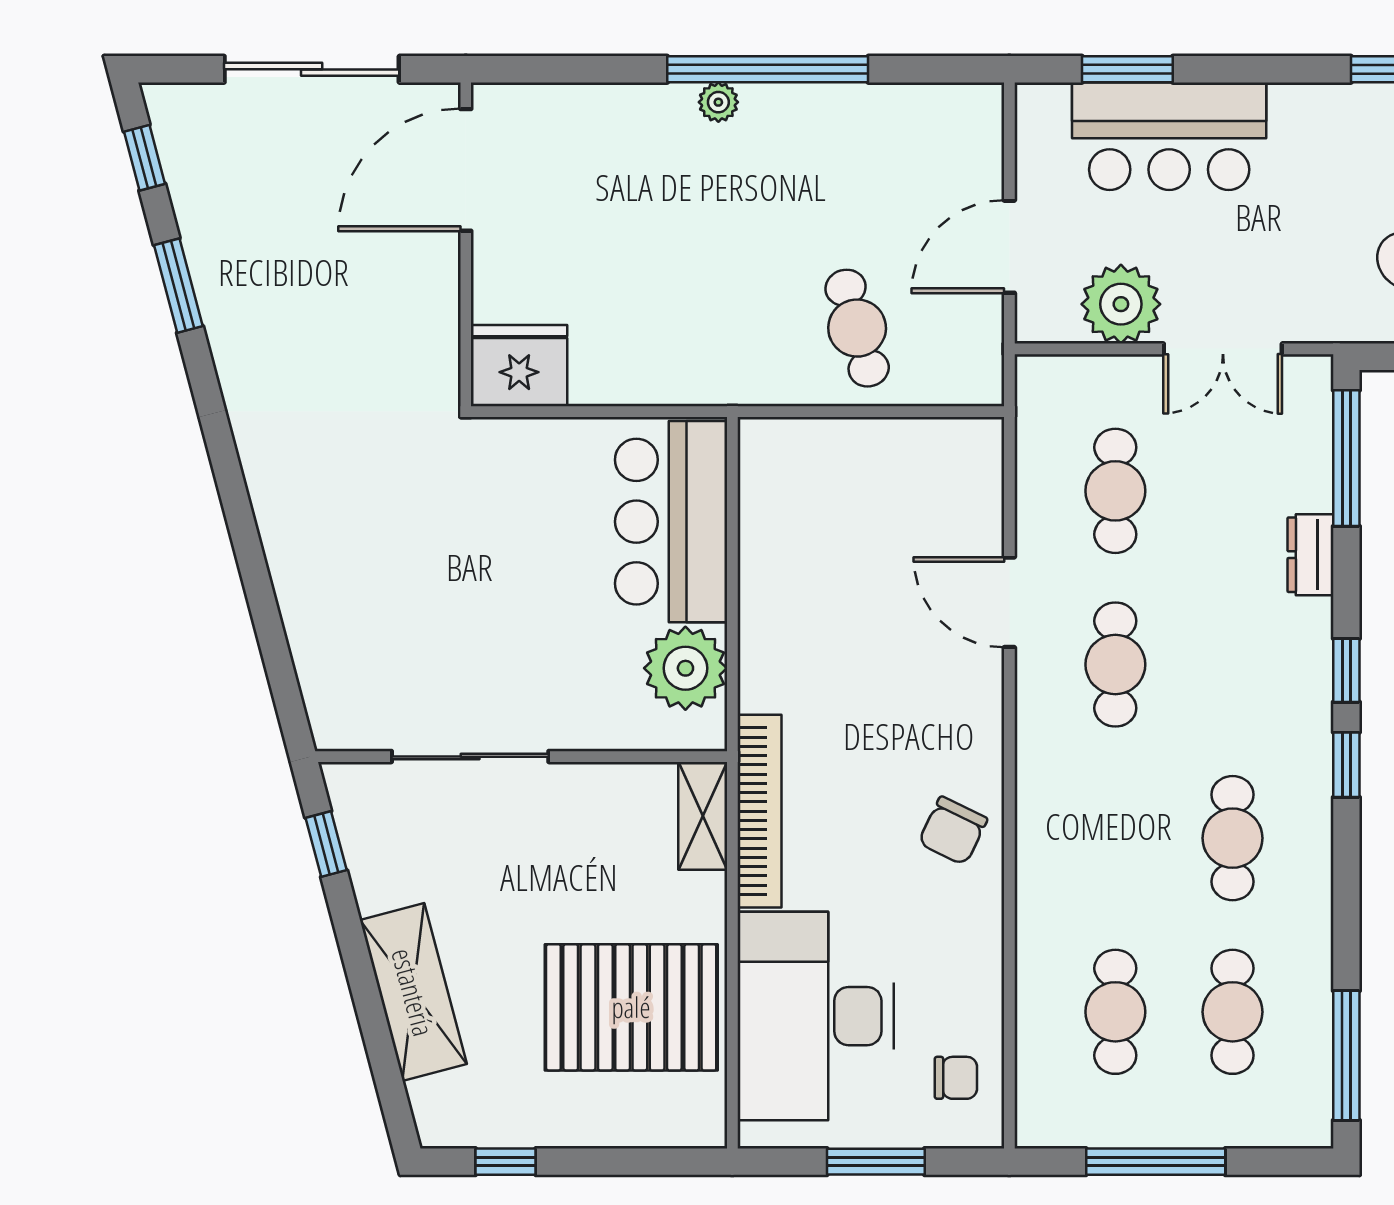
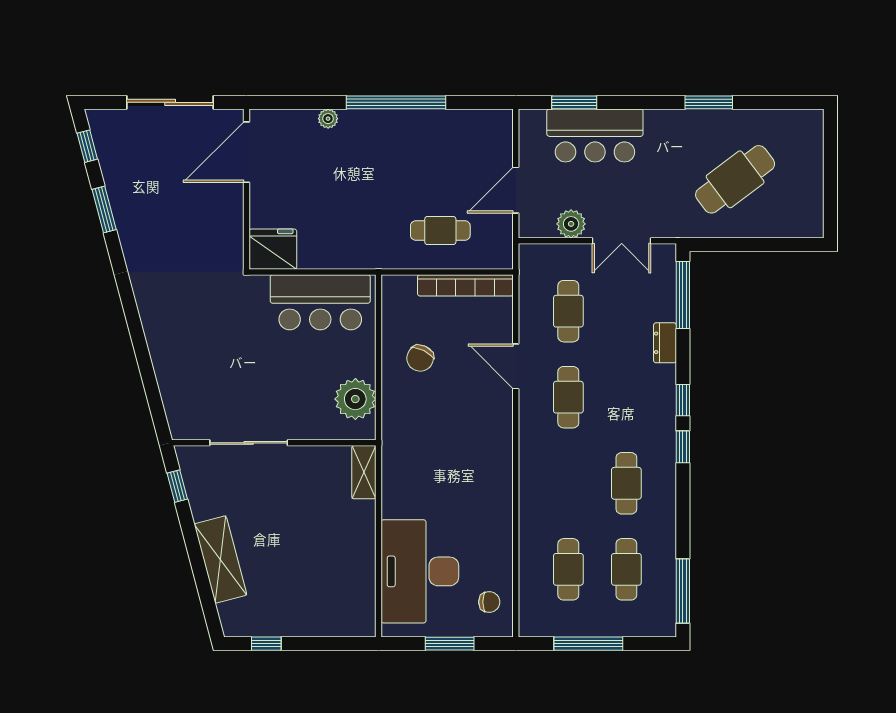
plant: (718, 102) -> (328, 119), moved
plant: (1121, 304) -> (571, 224), width x0.73, depth x0.73
cafe table: (857, 328) -> (440, 231), turned -74
bar counter: (671, 522) -> (320, 302), moved, turned -90
bookcase: (759, 811) -> (465, 285), moved, turned 90
chair: (953, 831) -> (420, 358), moved
pallet: (631, 1007) -> (328, 567), removed

